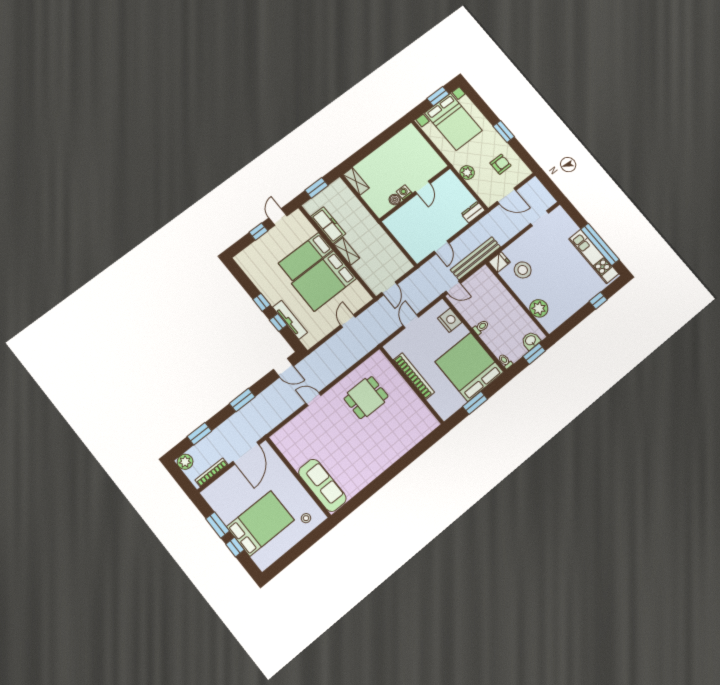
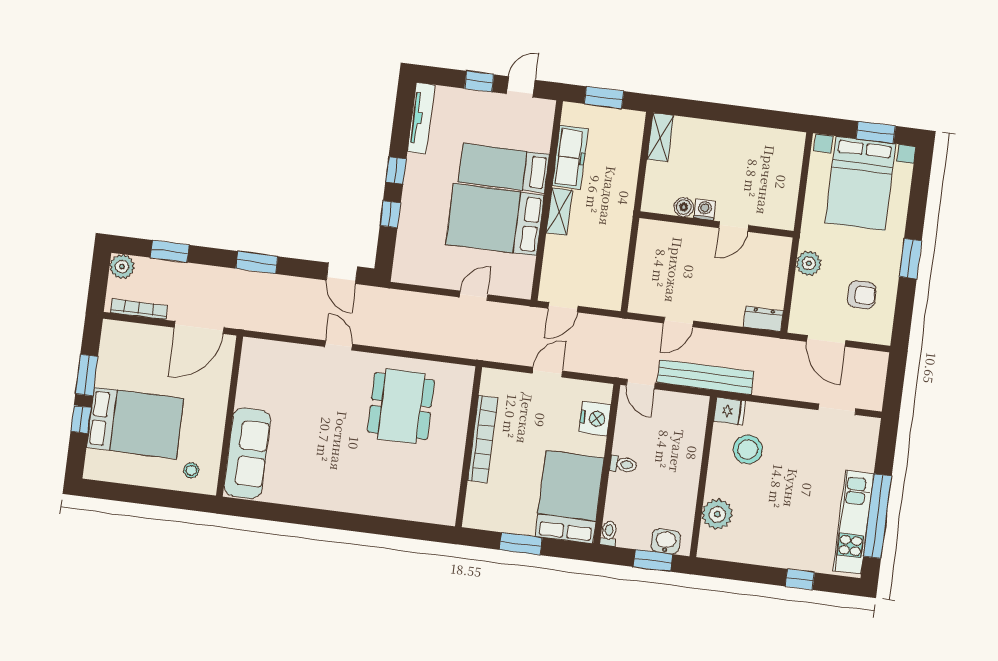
tv unit: (290, 320) -> (421, 118), moved
bed: (469, 367) -> (570, 497), width x0.73
dining table: (366, 397) -> (401, 406), width x1.38

